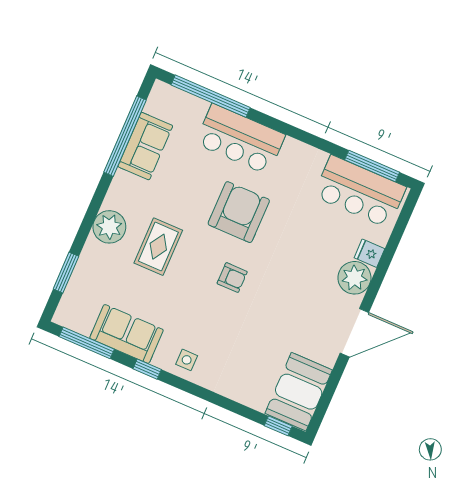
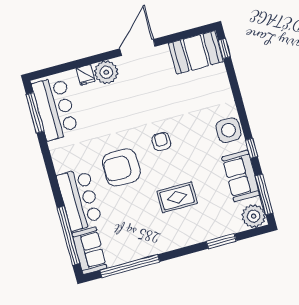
sofa: (145, 146) -> (89, 251), moved, turned 90
plant: (109, 227) -> (254, 216), moved
window: (66, 273) -> (221, 241), moved
door: (354, 333) -> (137, 48), hinge flipped
side table: (187, 360) -> (228, 130), width x1.87, depth x1.87

